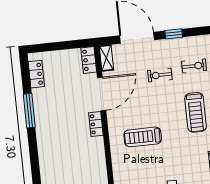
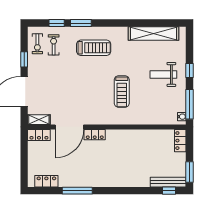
exercise bike: (160, 75) -> (37, 44), moved
door: (102, 94) -> (69, 127), swing flipped
treadmill: (143, 137) -> (122, 92), moved

